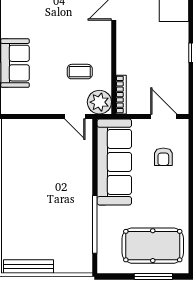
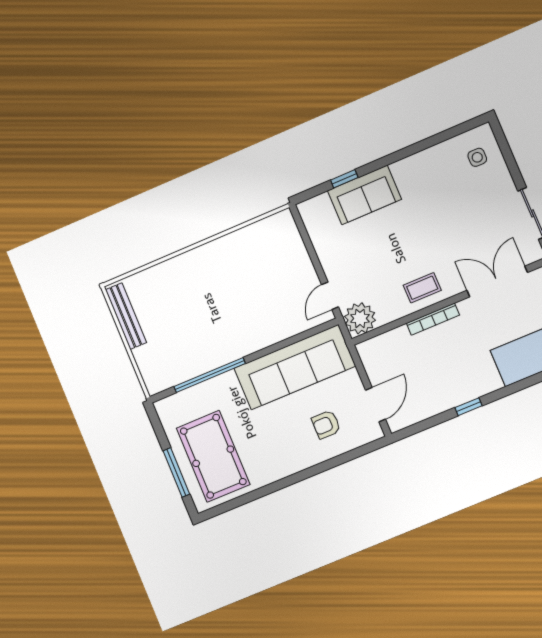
coffee table: (80, 72) -> (422, 288), moved, turned 90
bookcase: (121, 95) -> (433, 319), moved

